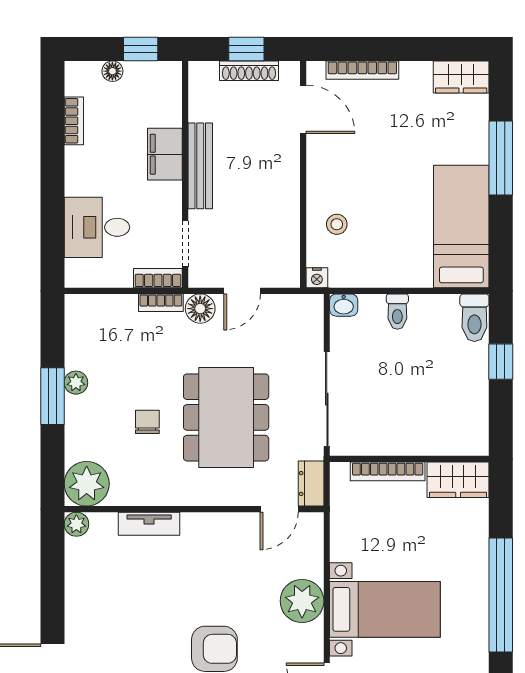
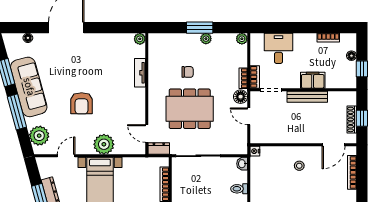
stool: (337, 224) -> (299, 166), moved
plant: (87, 484) -> (242, 39), moved, width x0.53, depth x0.53

